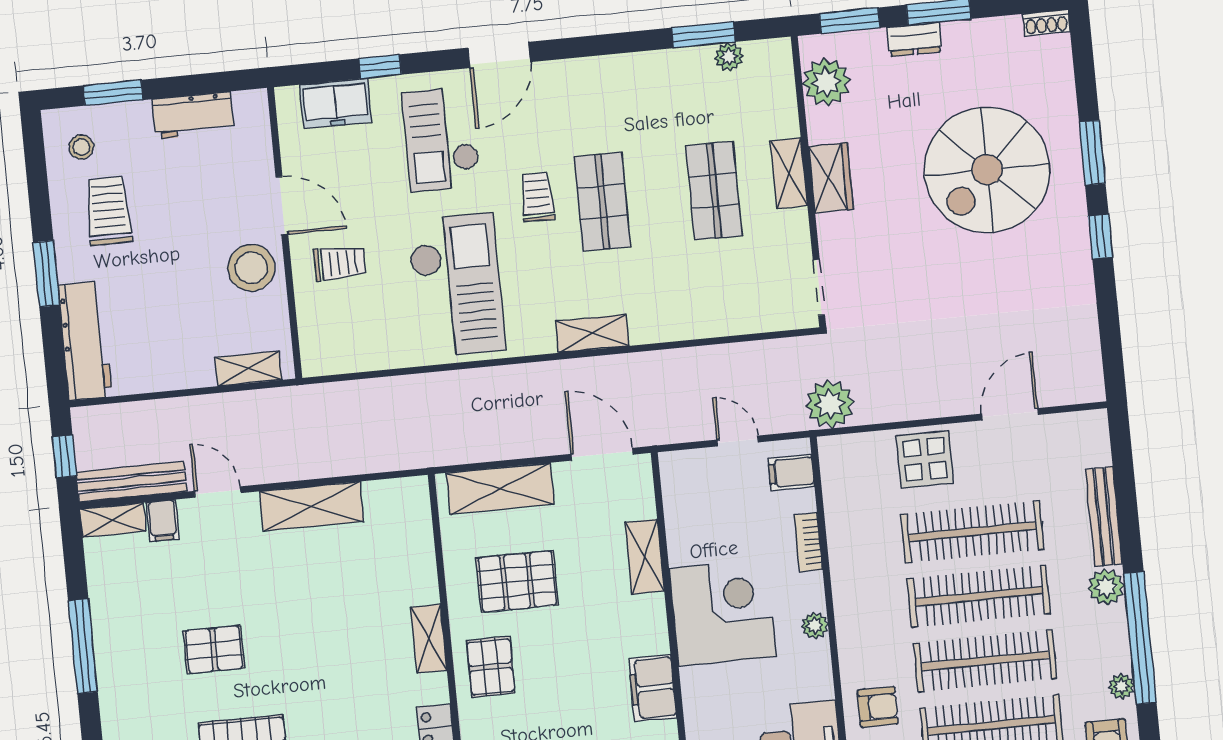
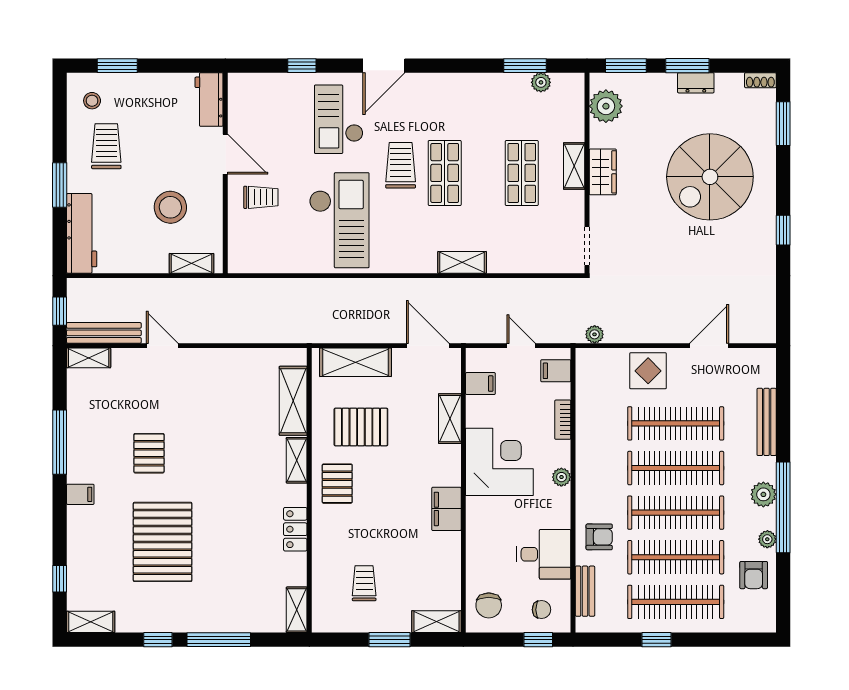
dresser: (914, 39) -> (696, 83), moved
freezer: (336, 103) -> (269, 88), removed
workbench: (193, 115) -> (209, 100), moved, turned 90
window: (1092, 153) -> (783, 124), moved
trolley: (537, 197) -> (401, 165), width x1.36, depth x1.39
stool: (251, 268) -> (170, 207), moved
shelving: (592, 333) -> (462, 262), moved
plant: (830, 404) -> (595, 334), width x0.53, depth x0.53
filing cabinet: (684, 502) -> (480, 384), added
shelving: (312, 506) -> (293, 401), moved, turned 90
filing cabinet: (163, 521) -> (80, 494), moved, turned -90
plant: (1106, 587) -> (763, 494), moved
pallet: (214, 650) -> (149, 453), turned 90

